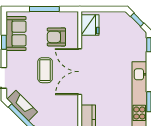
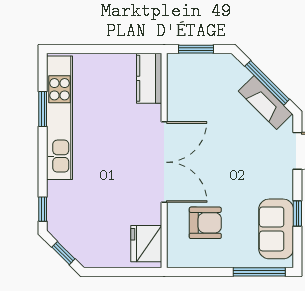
window: (44, 9) -> (259, 272), moved
coffee table: (45, 70) -> (225, 165), removed

